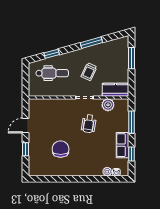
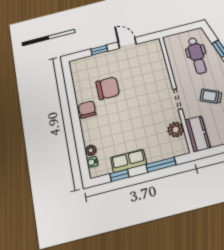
wheelchair: (89, 124) -> (146, 113), removed
chair: (74, 168) -> (87, 109), added

